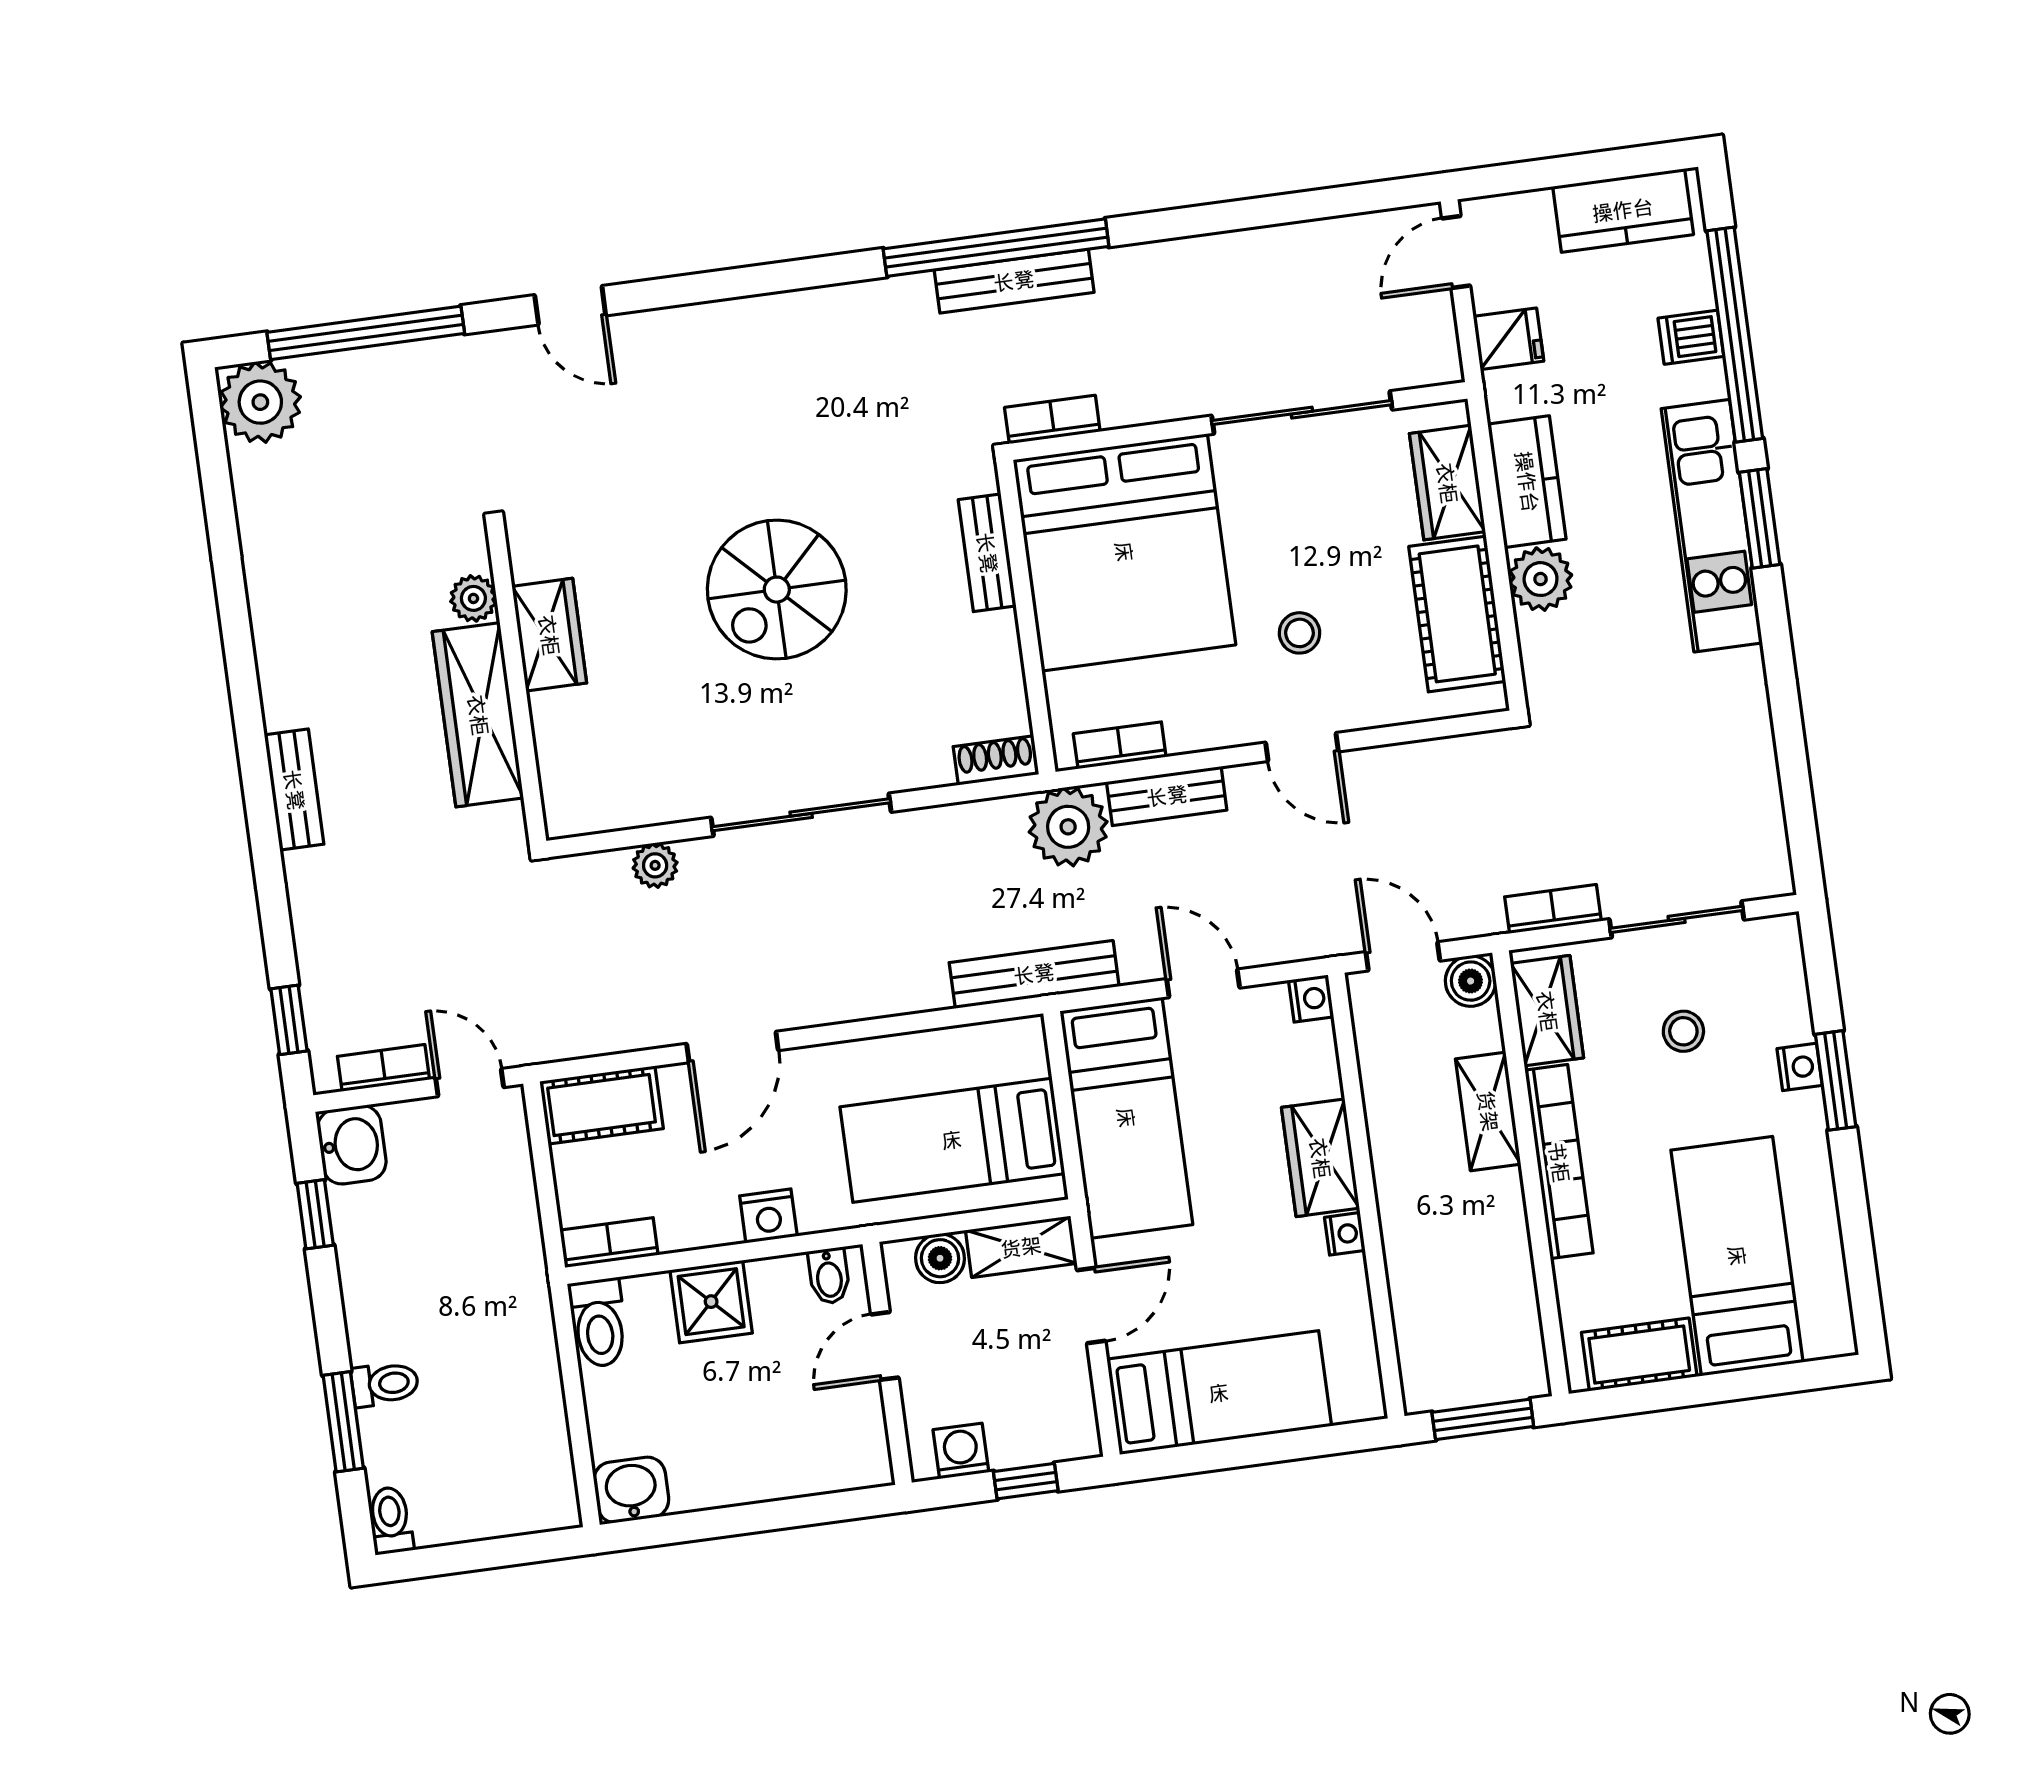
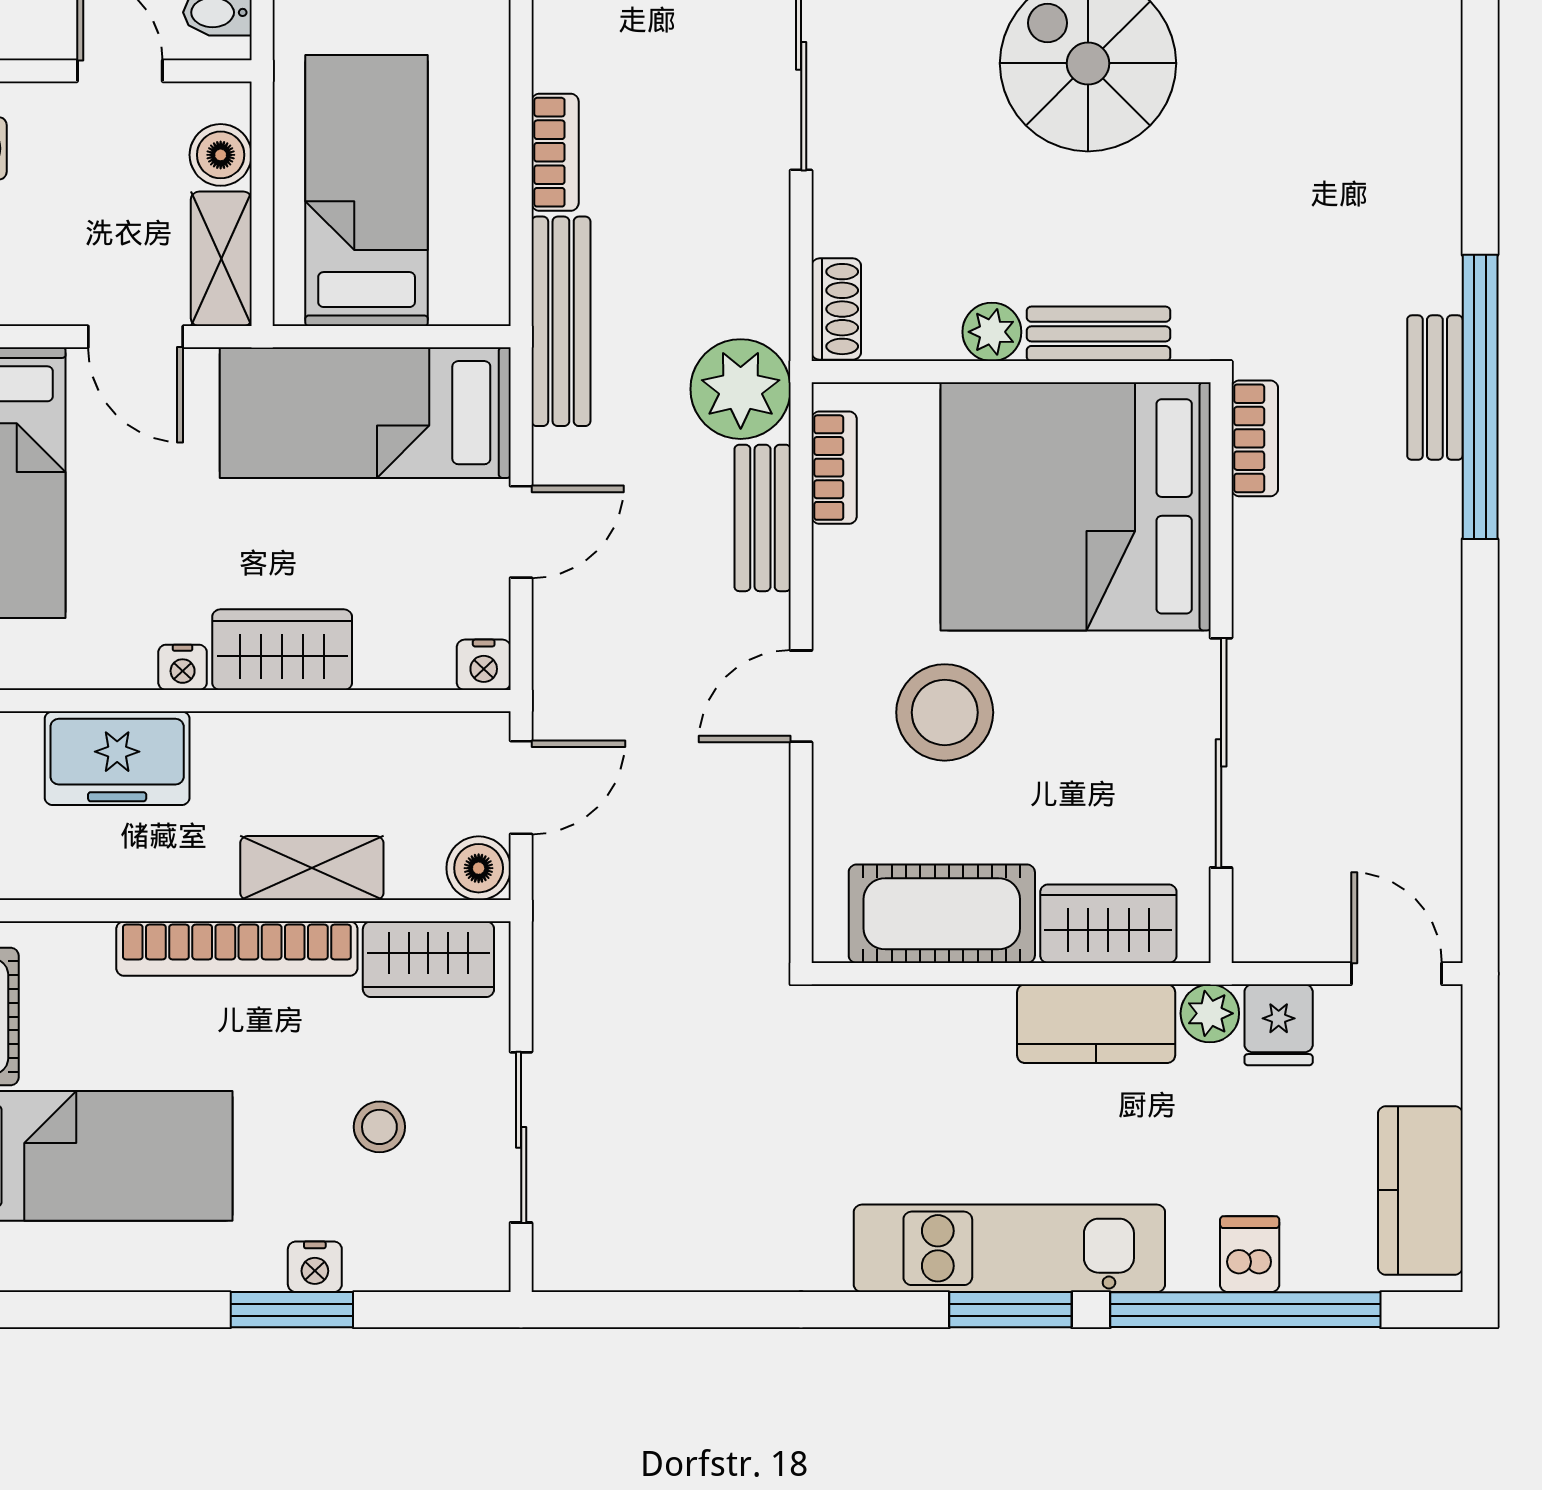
bench: (1014, 281) -> (1435, 388), width x0.73
plant: (1541, 579) -> (1210, 1013), moved, width x0.73, depth x0.73
stool: (1300, 633) -> (945, 712), width x1.89, depth x1.89
plant: (997, 636) -> (992, 332), added
bookcase: (1553, 909) -> (555, 152), moved
freezer: (1423, 1275) -> (117, 758), added

